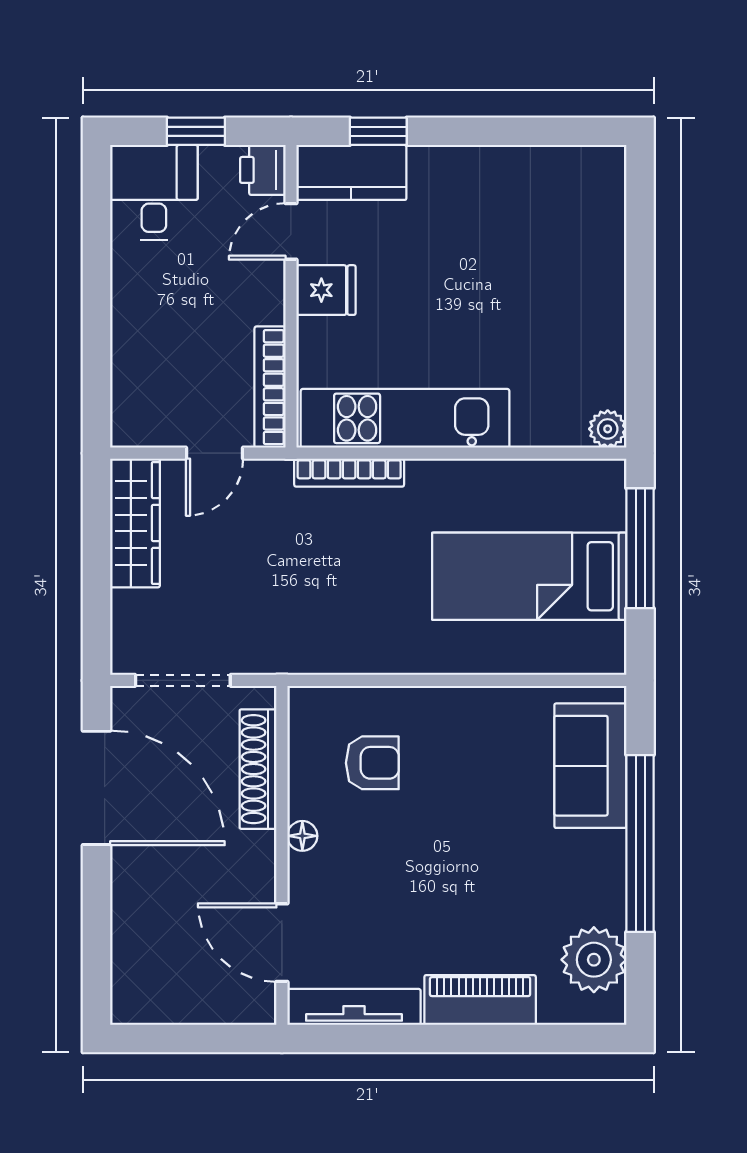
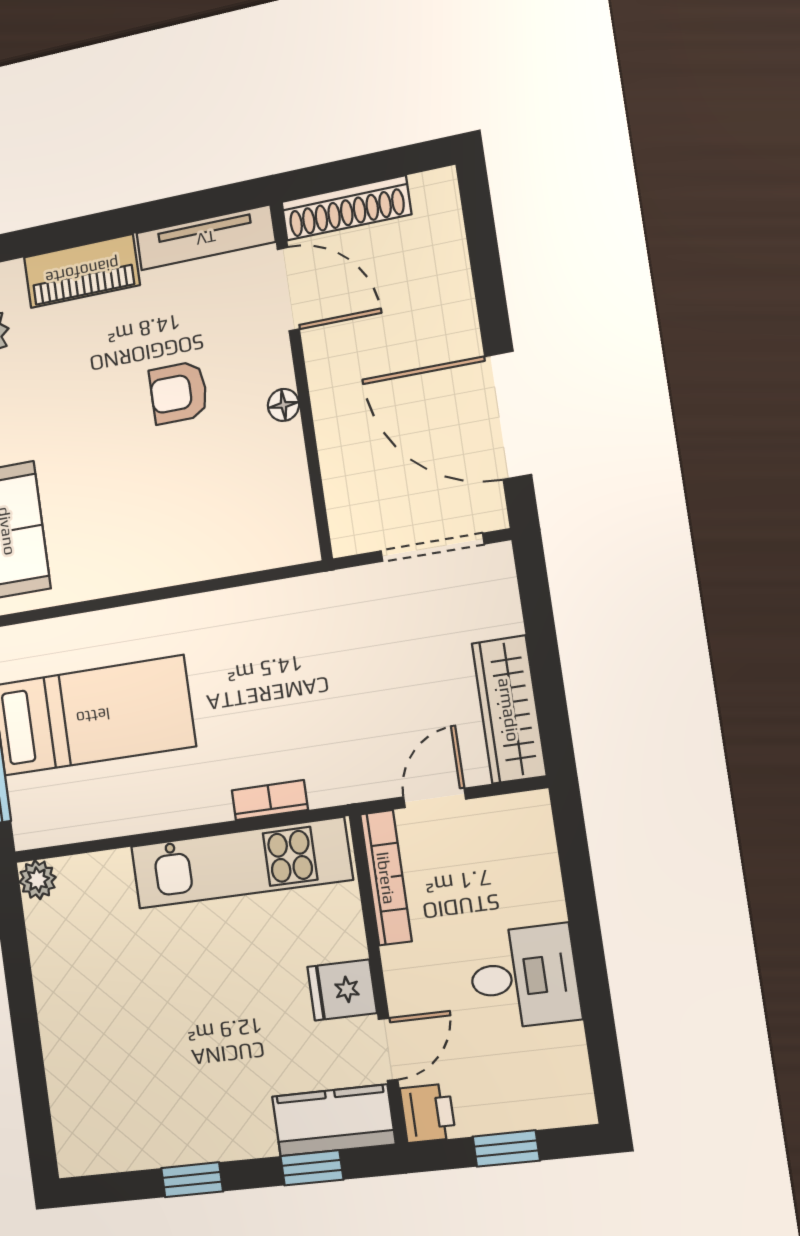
window: (495, 131) -> (192, 1180), added
desk: (154, 192) -> (524, 977), moved, turned -90
bookcase: (349, 473) -> (270, 800), width x0.64
armchair: (372, 763) -> (179, 393), moved
shoe rack: (258, 769) -> (346, 208), moved, turned 90

